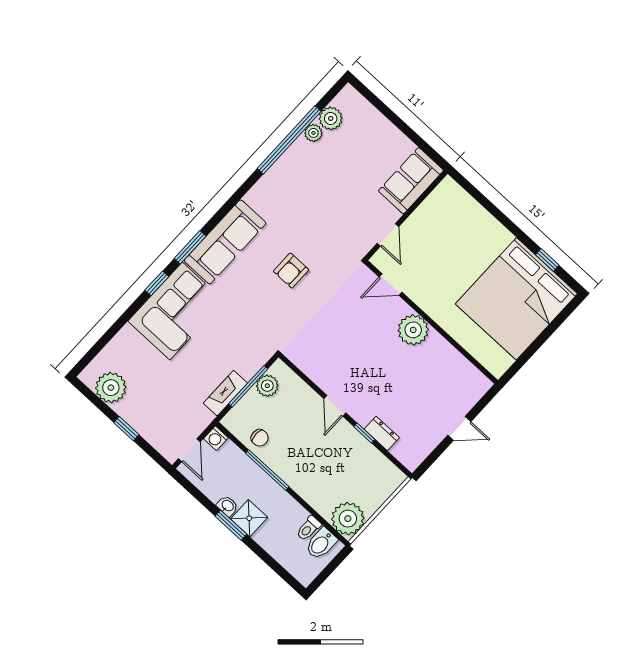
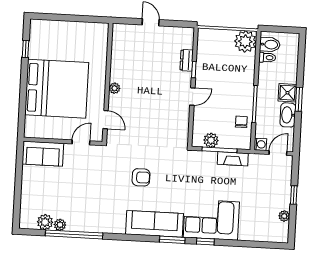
bed: (516, 299) -> (57, 89), moved
plant: (413, 330) -> (115, 88), width x0.53, depth x0.53
plant: (111, 388) -> (284, 216), width x0.53, depth x0.53
washbasin: (227, 506) -> (288, 115), width x1.91, depth x1.45

